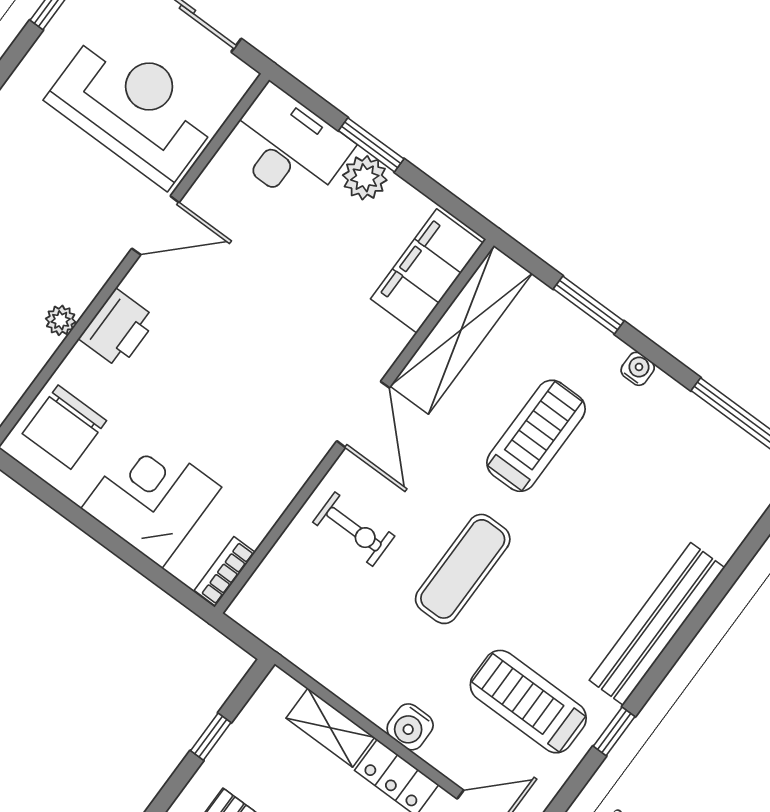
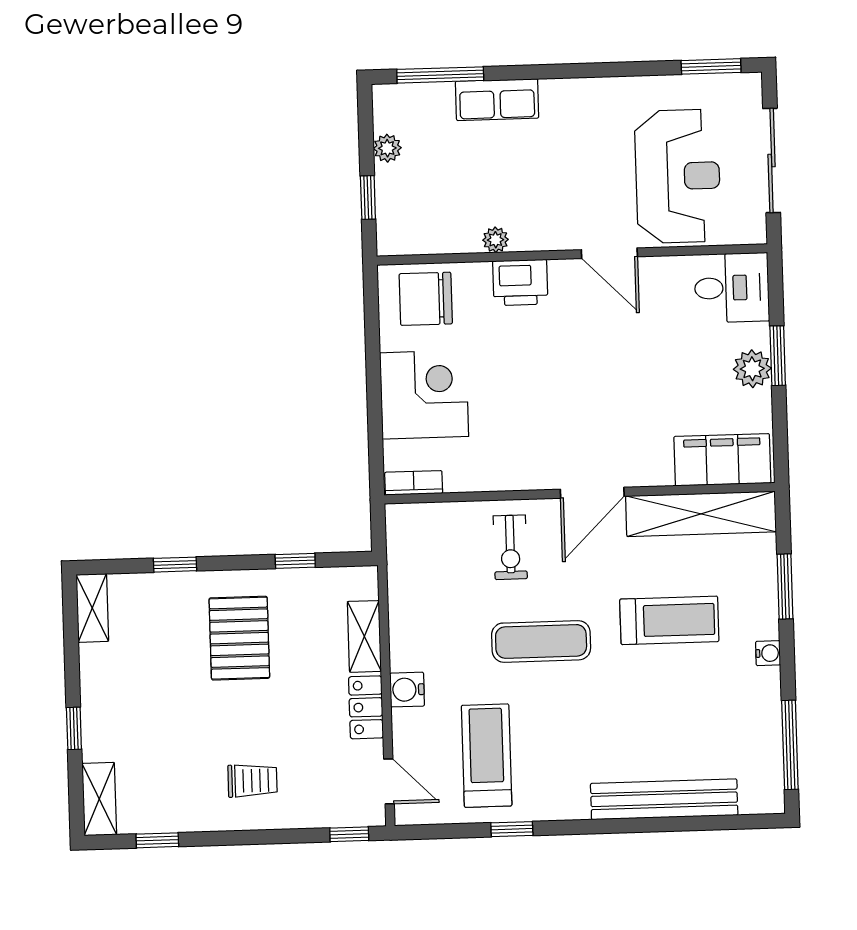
desk: (288, 147) -> (732, 288), width x0.73
bench: (657, 624) -> (664, 799), moved

